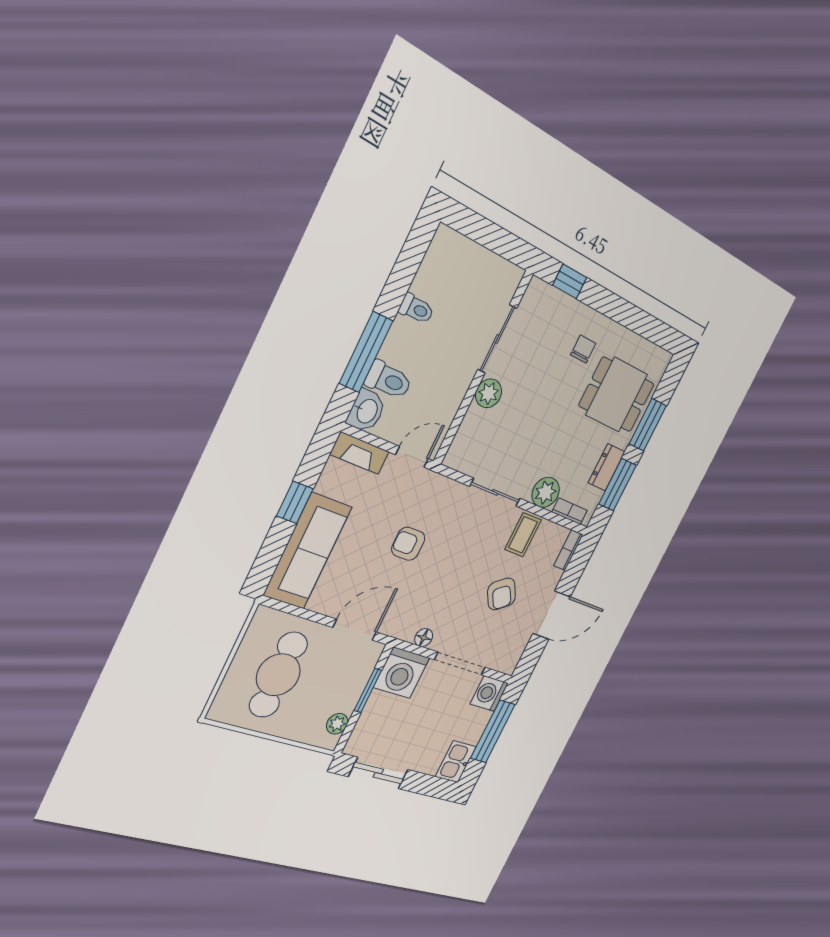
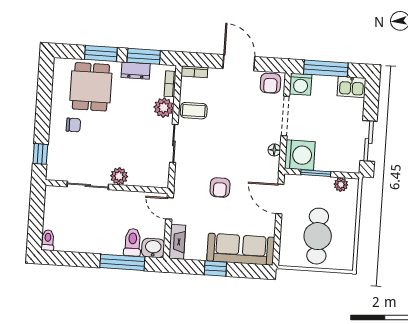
toilet: (416, 309) -> (48, 240), moved
chair: (583, 349) -> (73, 125), turned 180
armchair: (502, 594) -> (270, 83), moved, turned 124
cafe table: (278, 675) -> (318, 236), turned 90

